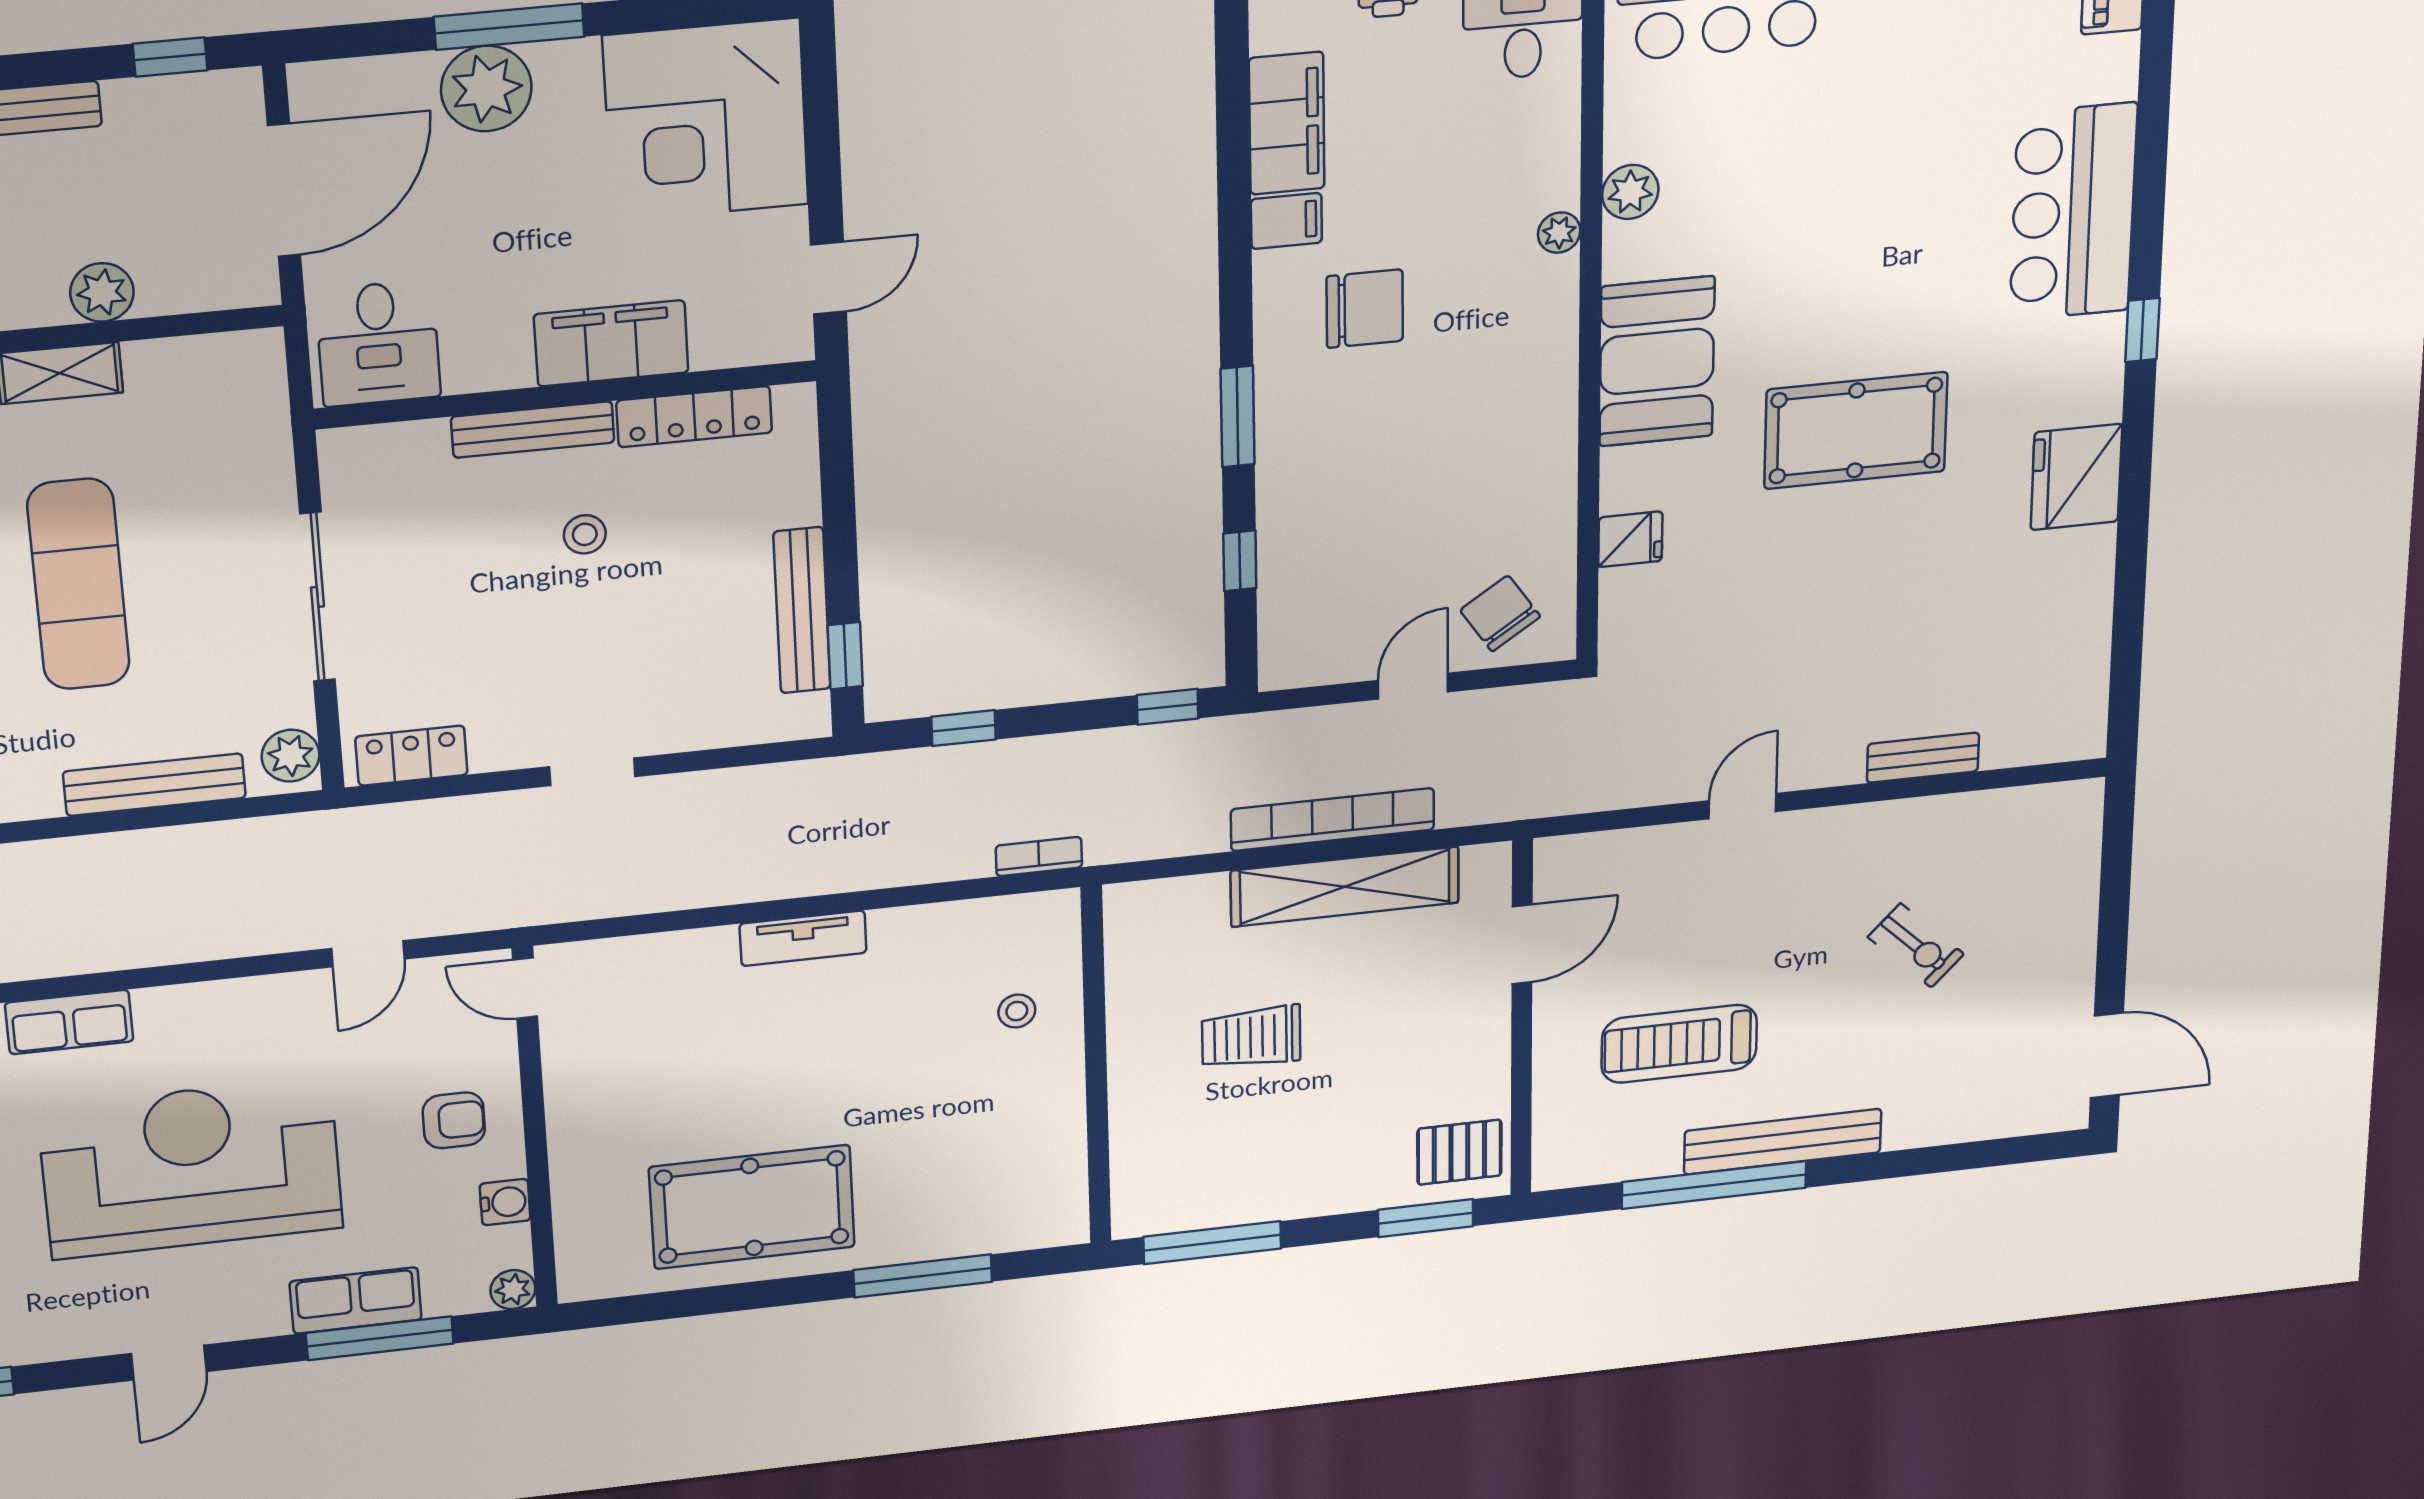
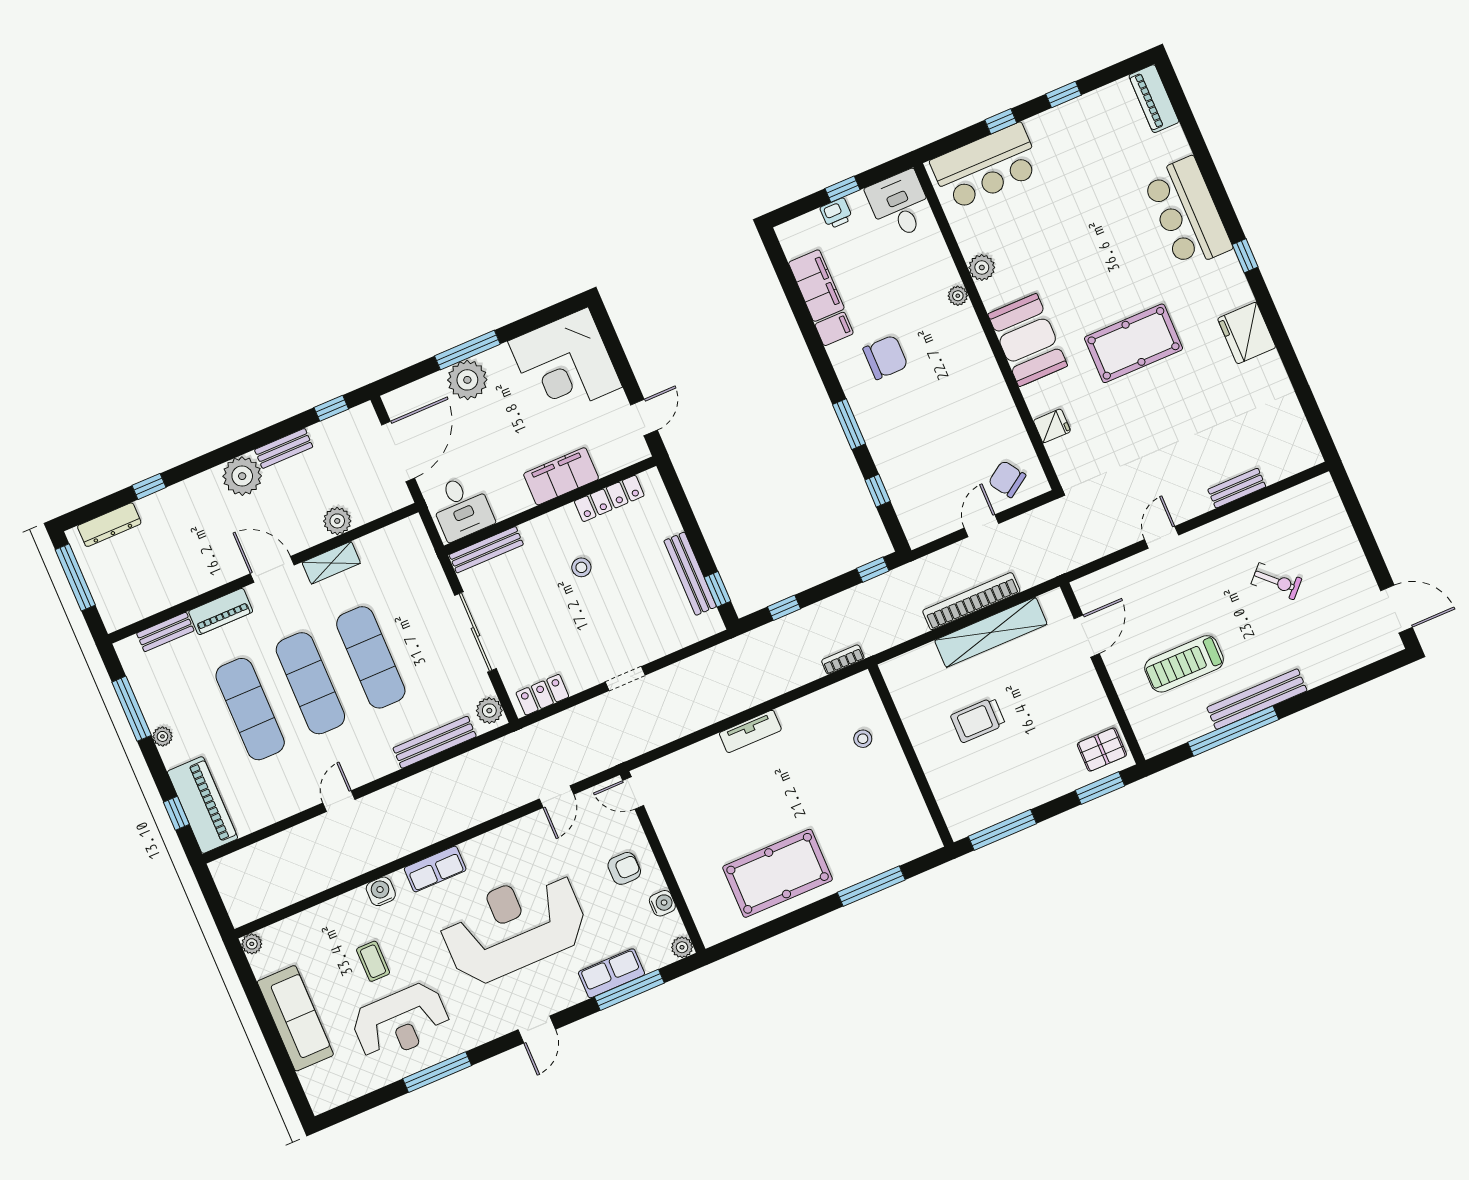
bench: (533, 430) -> (486, 550), moved

